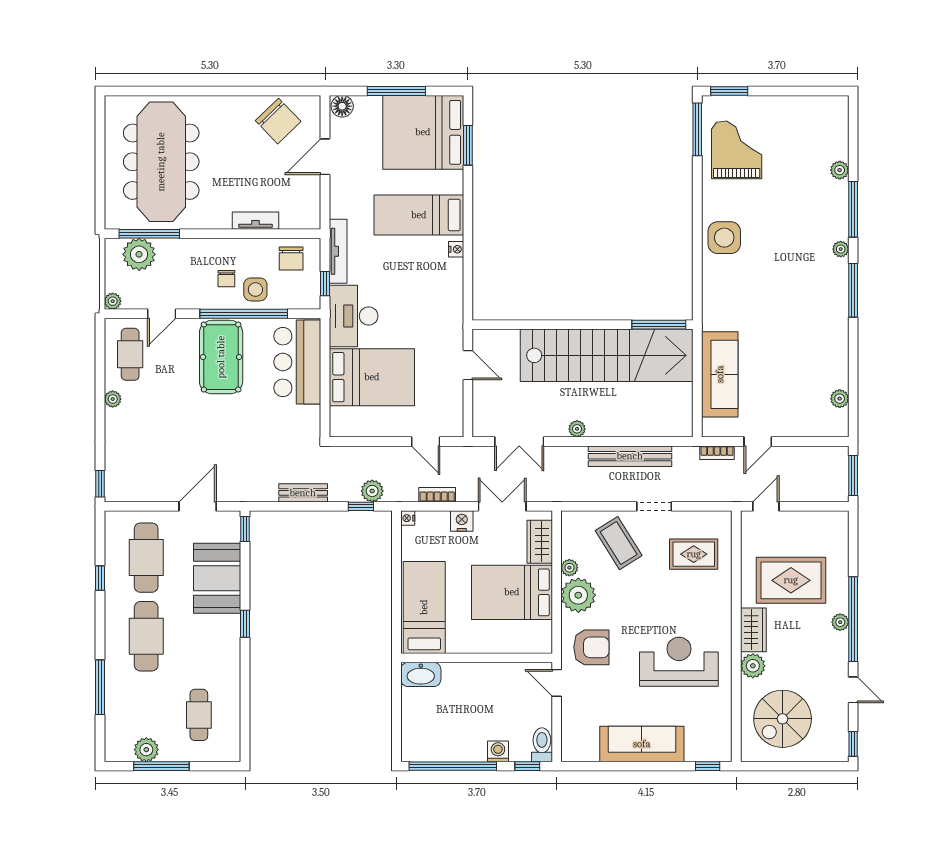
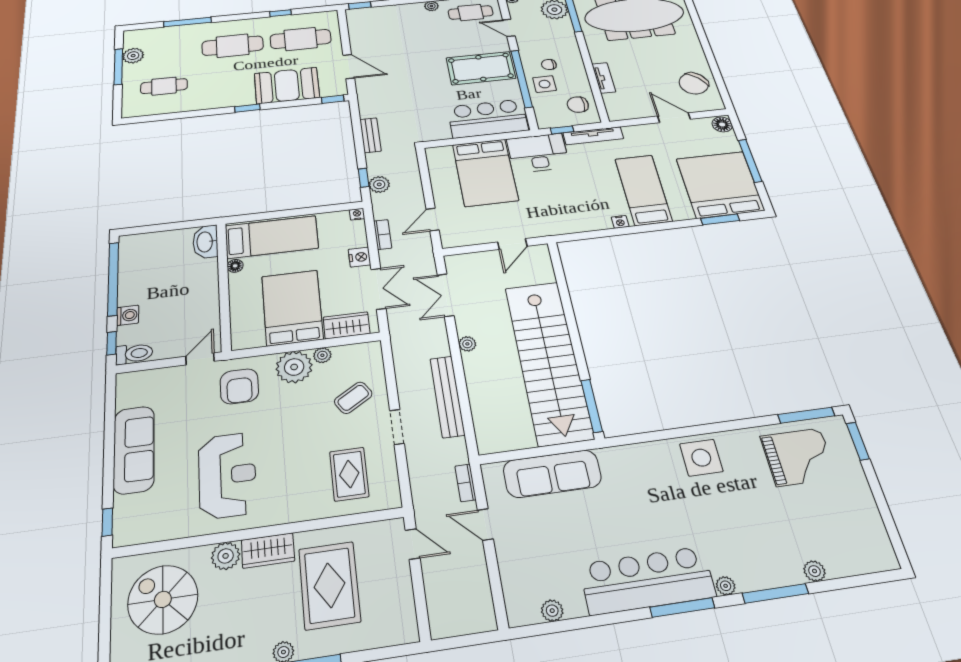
bar counter: (826, 314) -> (647, 580), added
window: (853, 476) -> (464, 641), removed
coffee table: (619, 543) -> (353, 398), width x0.73, depth x0.77
floor lamp: (455, 646) -> (235, 266), added

